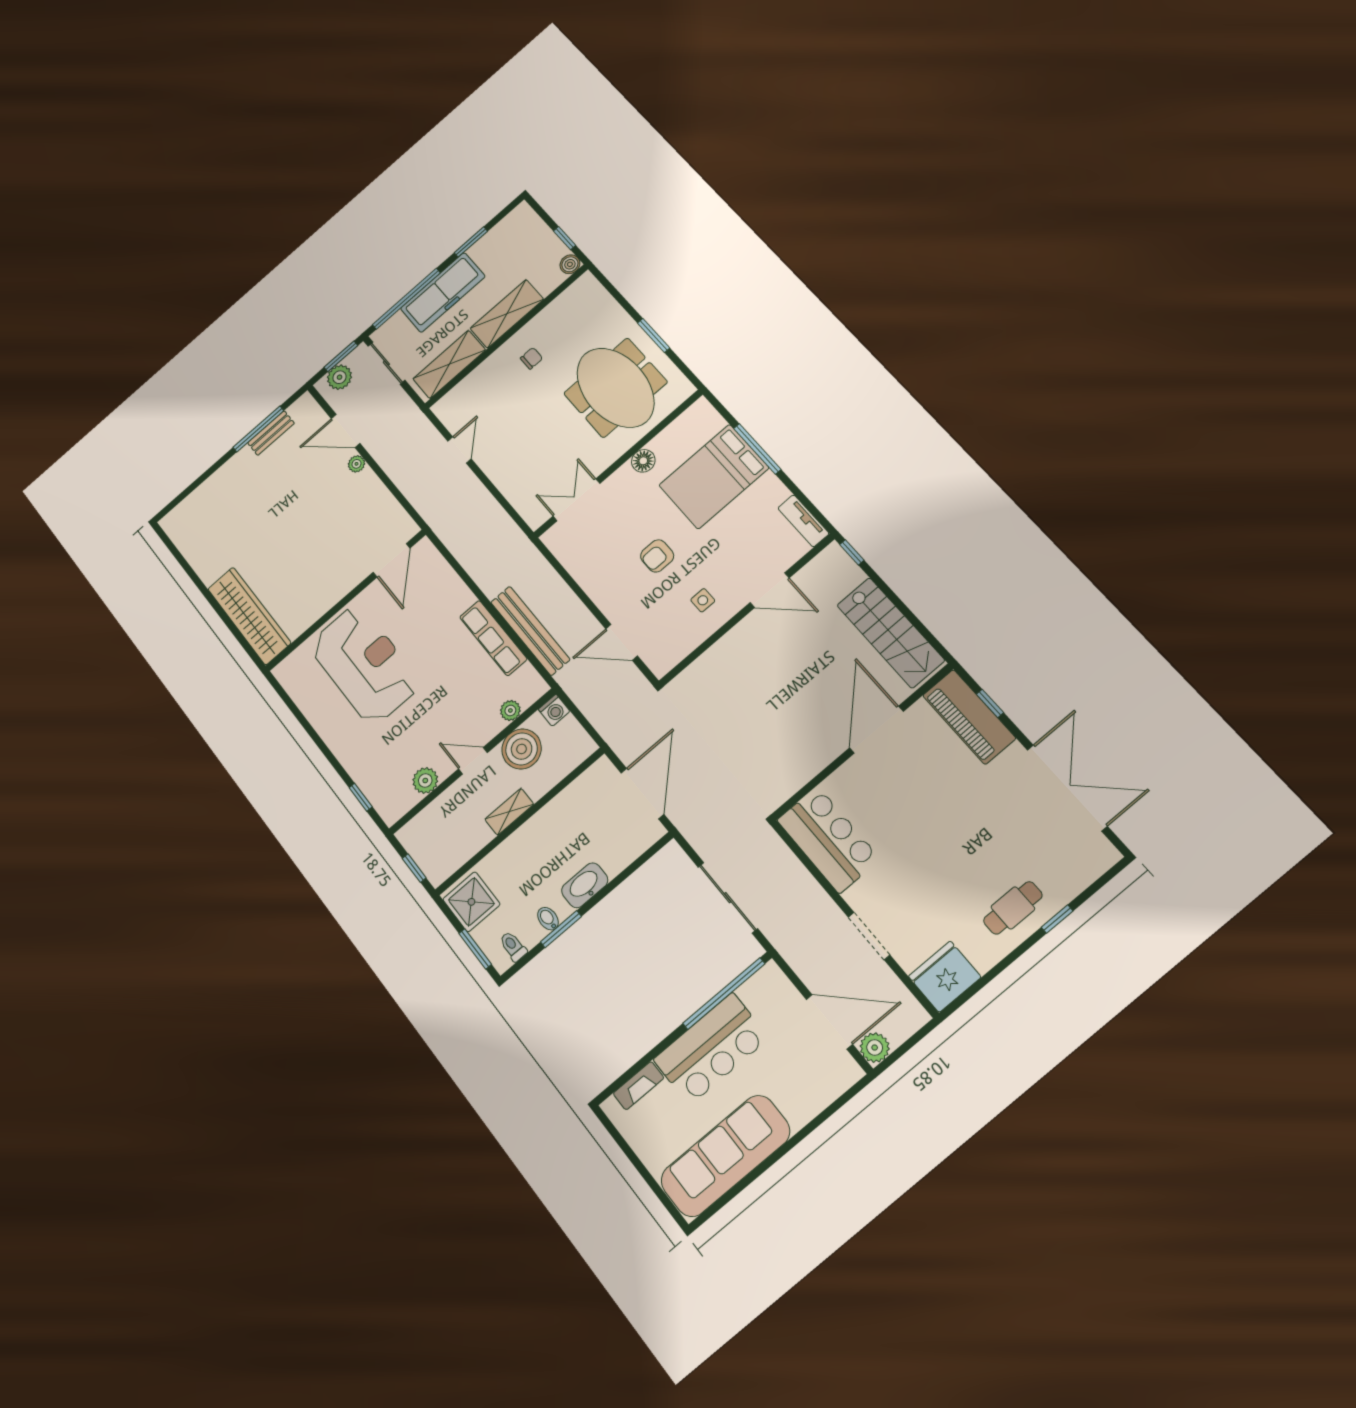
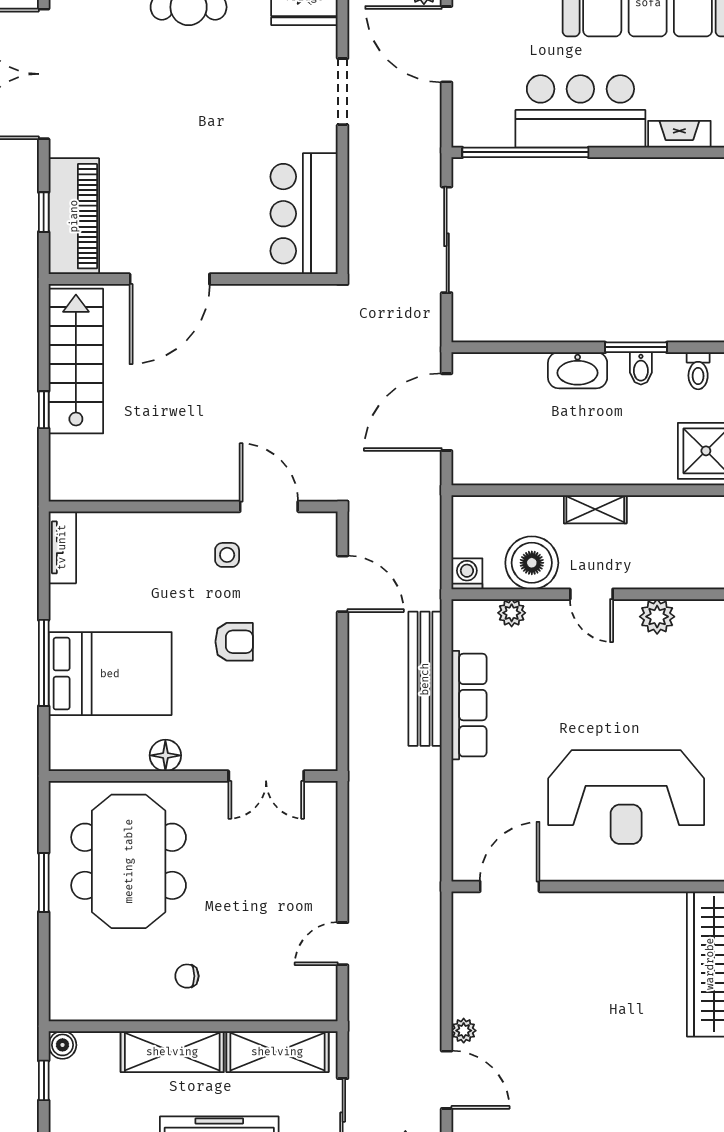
window: (852, 552) -> (44, 410), moved
door: (770, 590) -> (269, 506), moved
reception desk: (365, 665) -> (626, 797), turned -90

